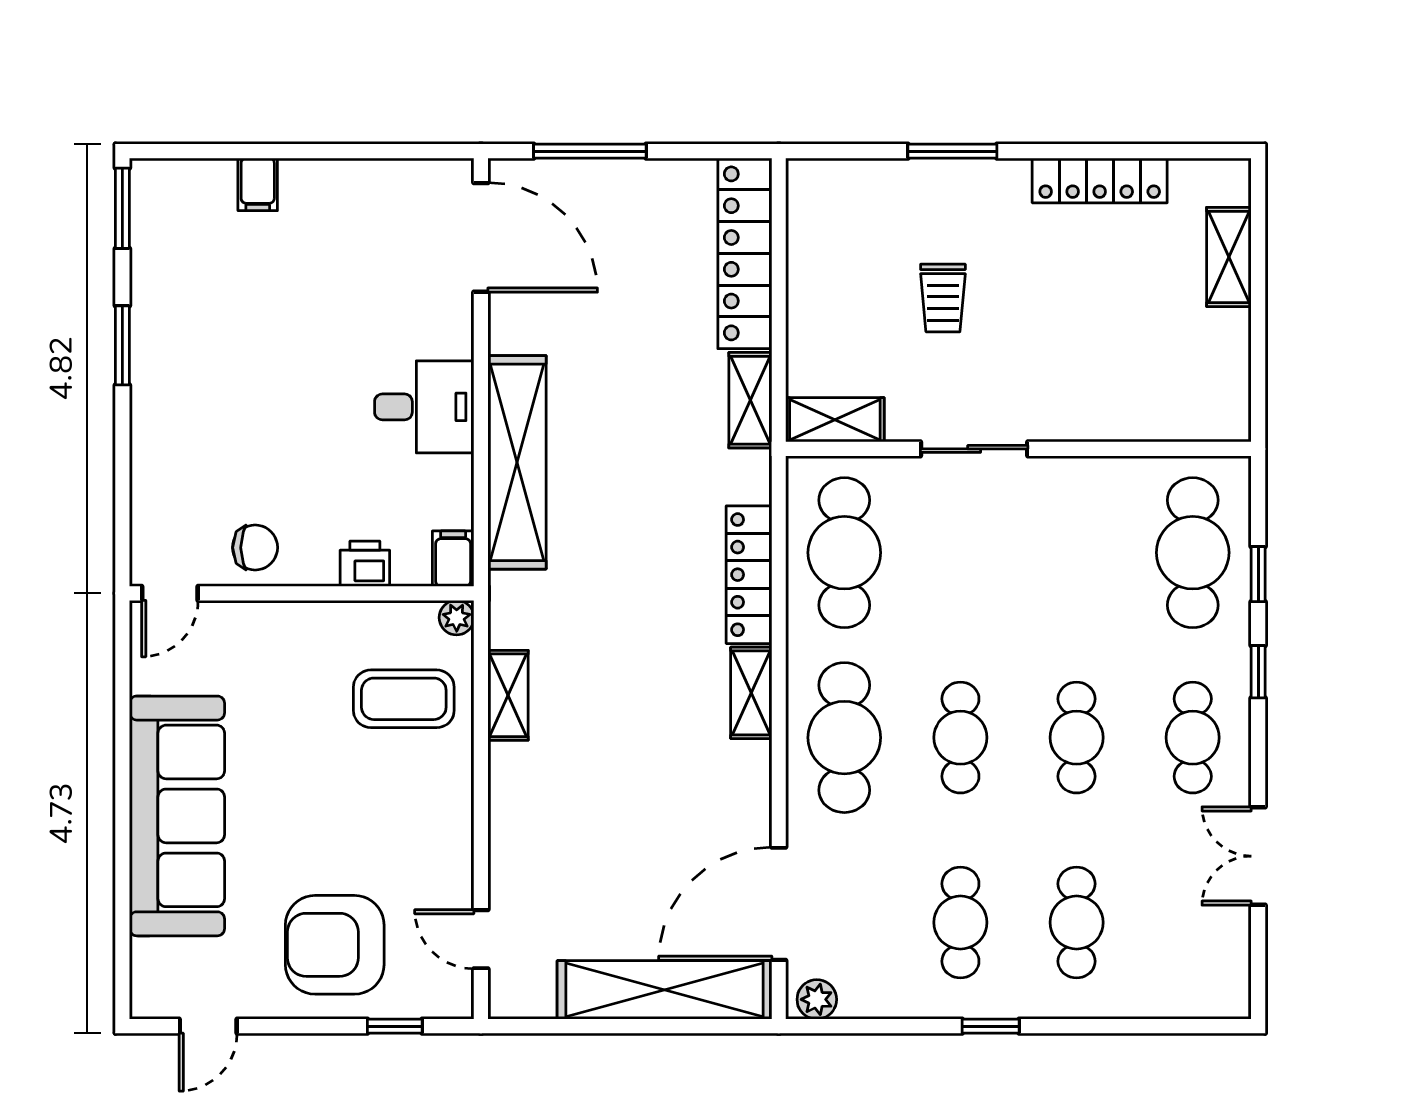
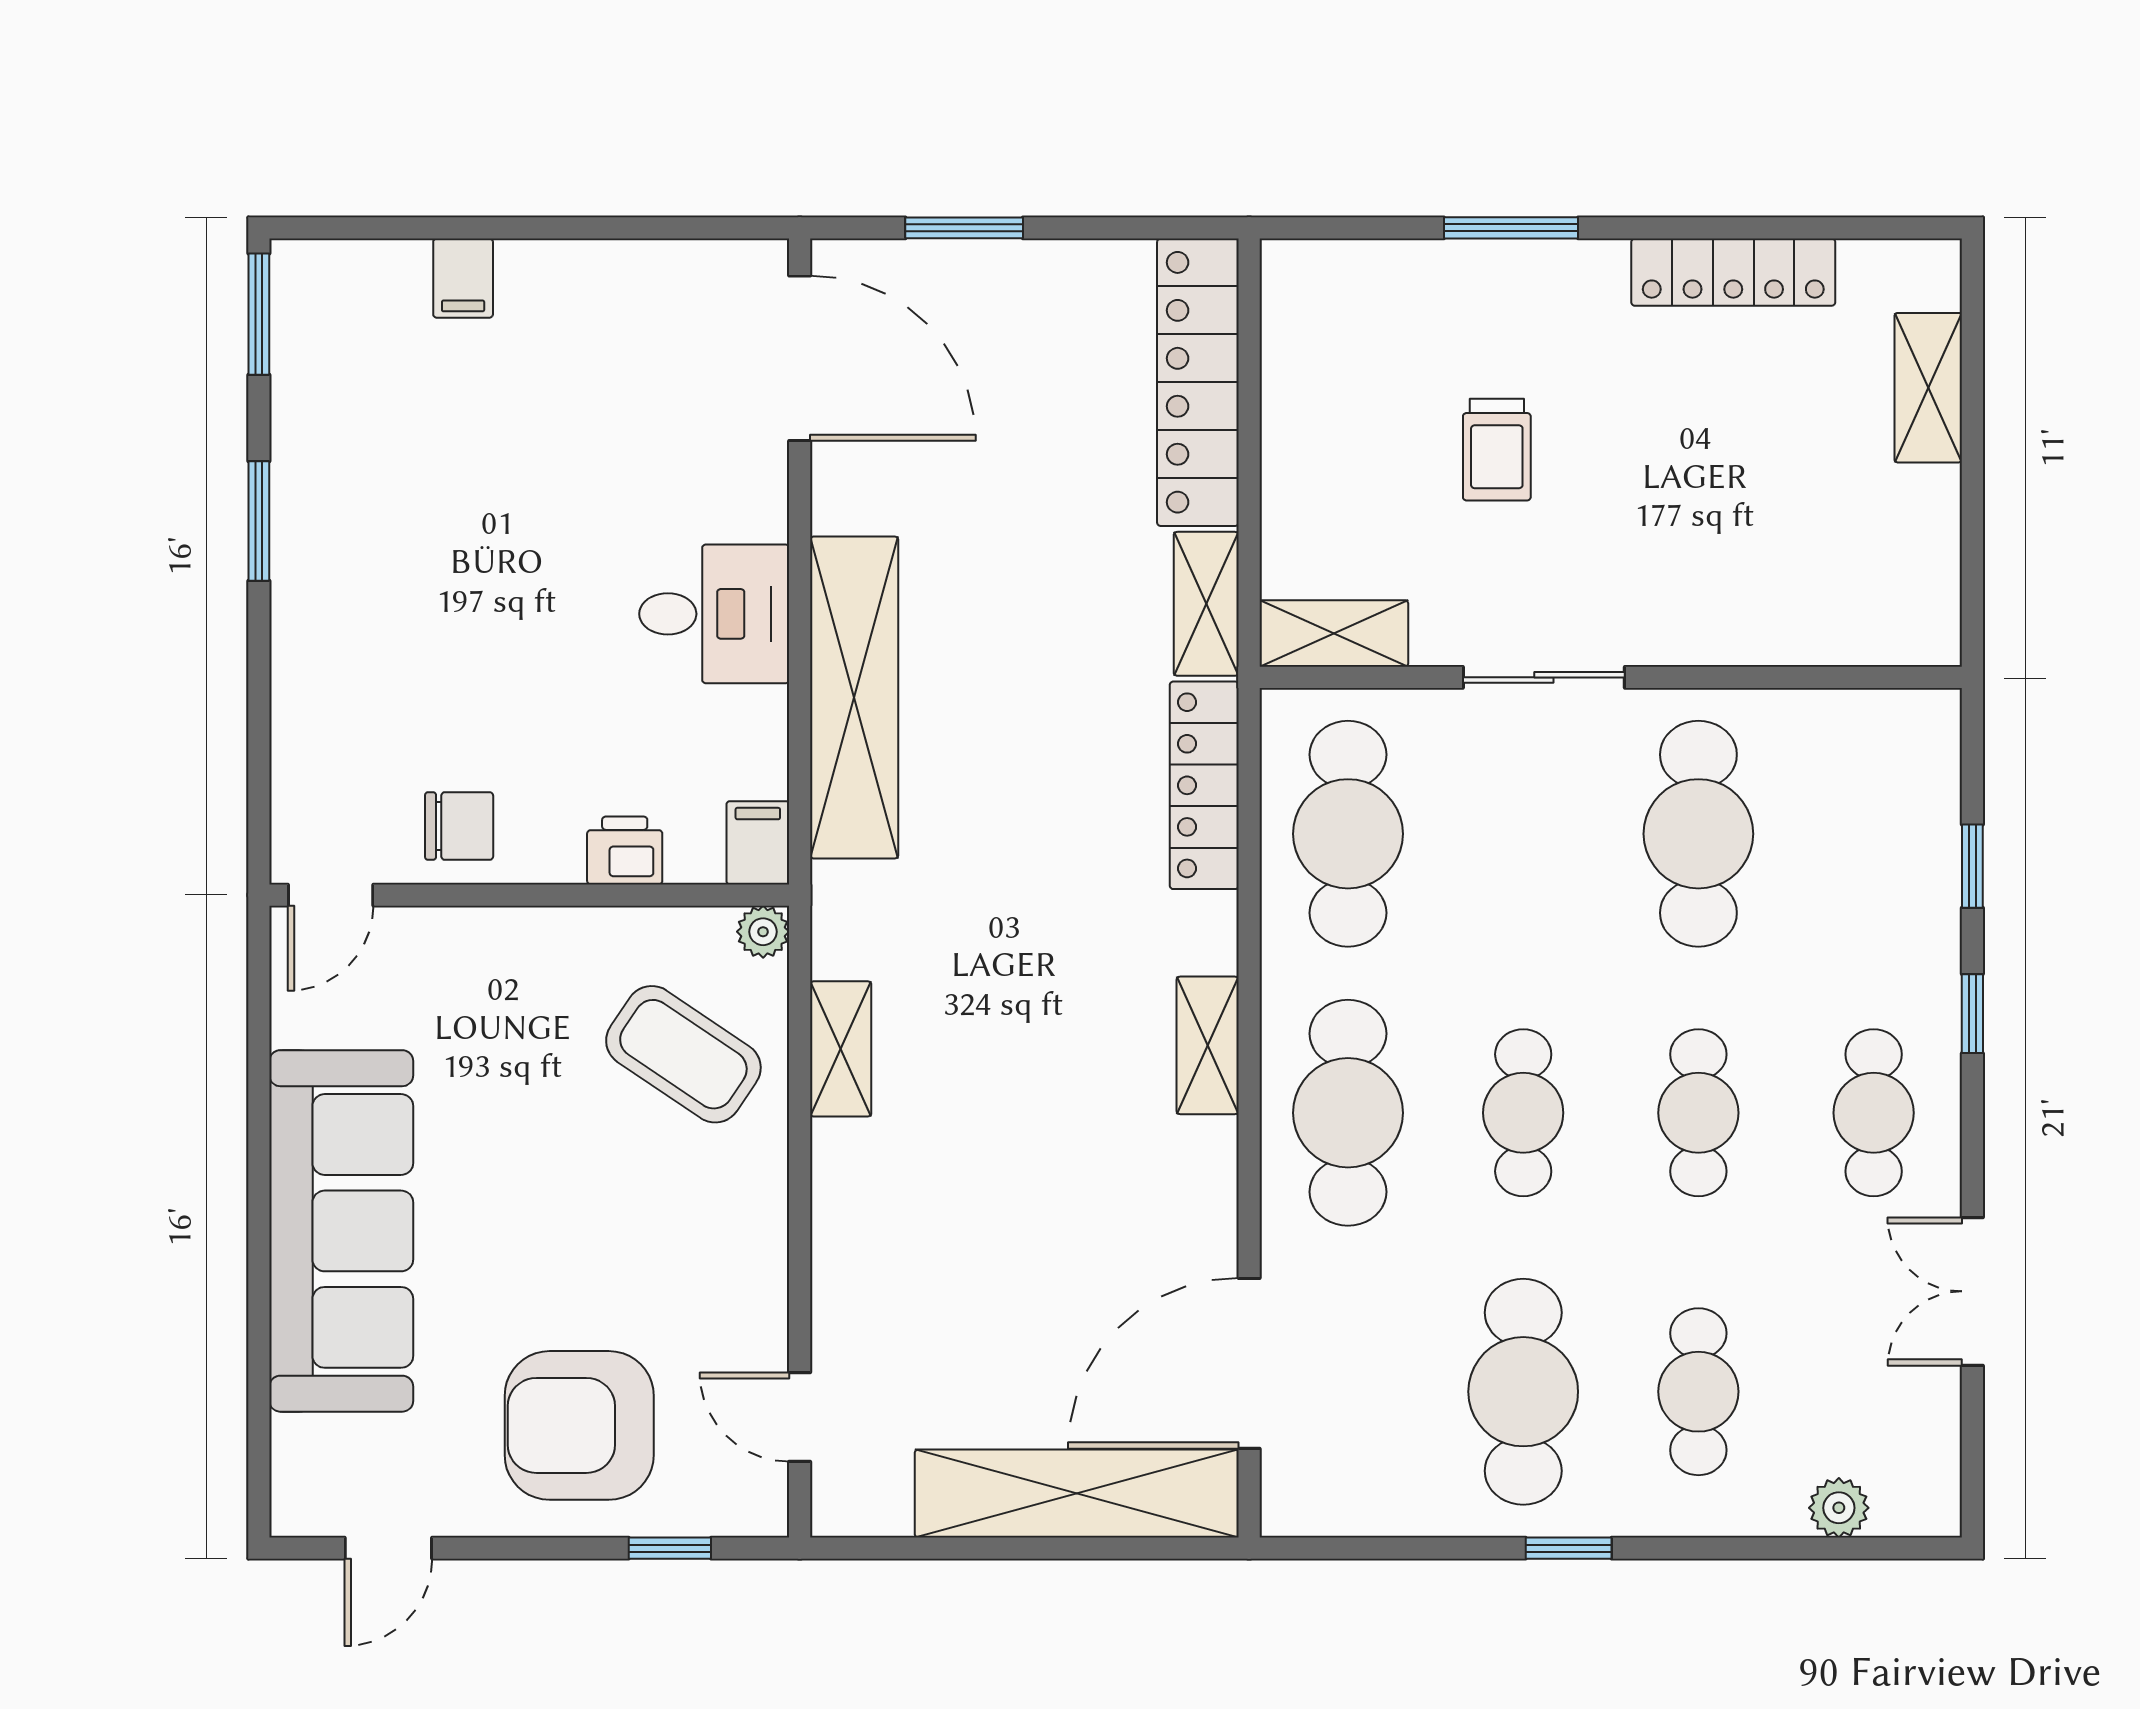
window: (590, 151) -> (964, 228), width x0.69
cafe table: (1193, 553) -> (1698, 834), moved
locker: (749, 575) -> (1204, 785), moved
coffee table: (404, 699) -> (683, 1054), turned 34
cafe table: (960, 922) -> (1523, 1392), width x1.37, depth x1.35
plant: (817, 999) -> (1839, 1508), moved

